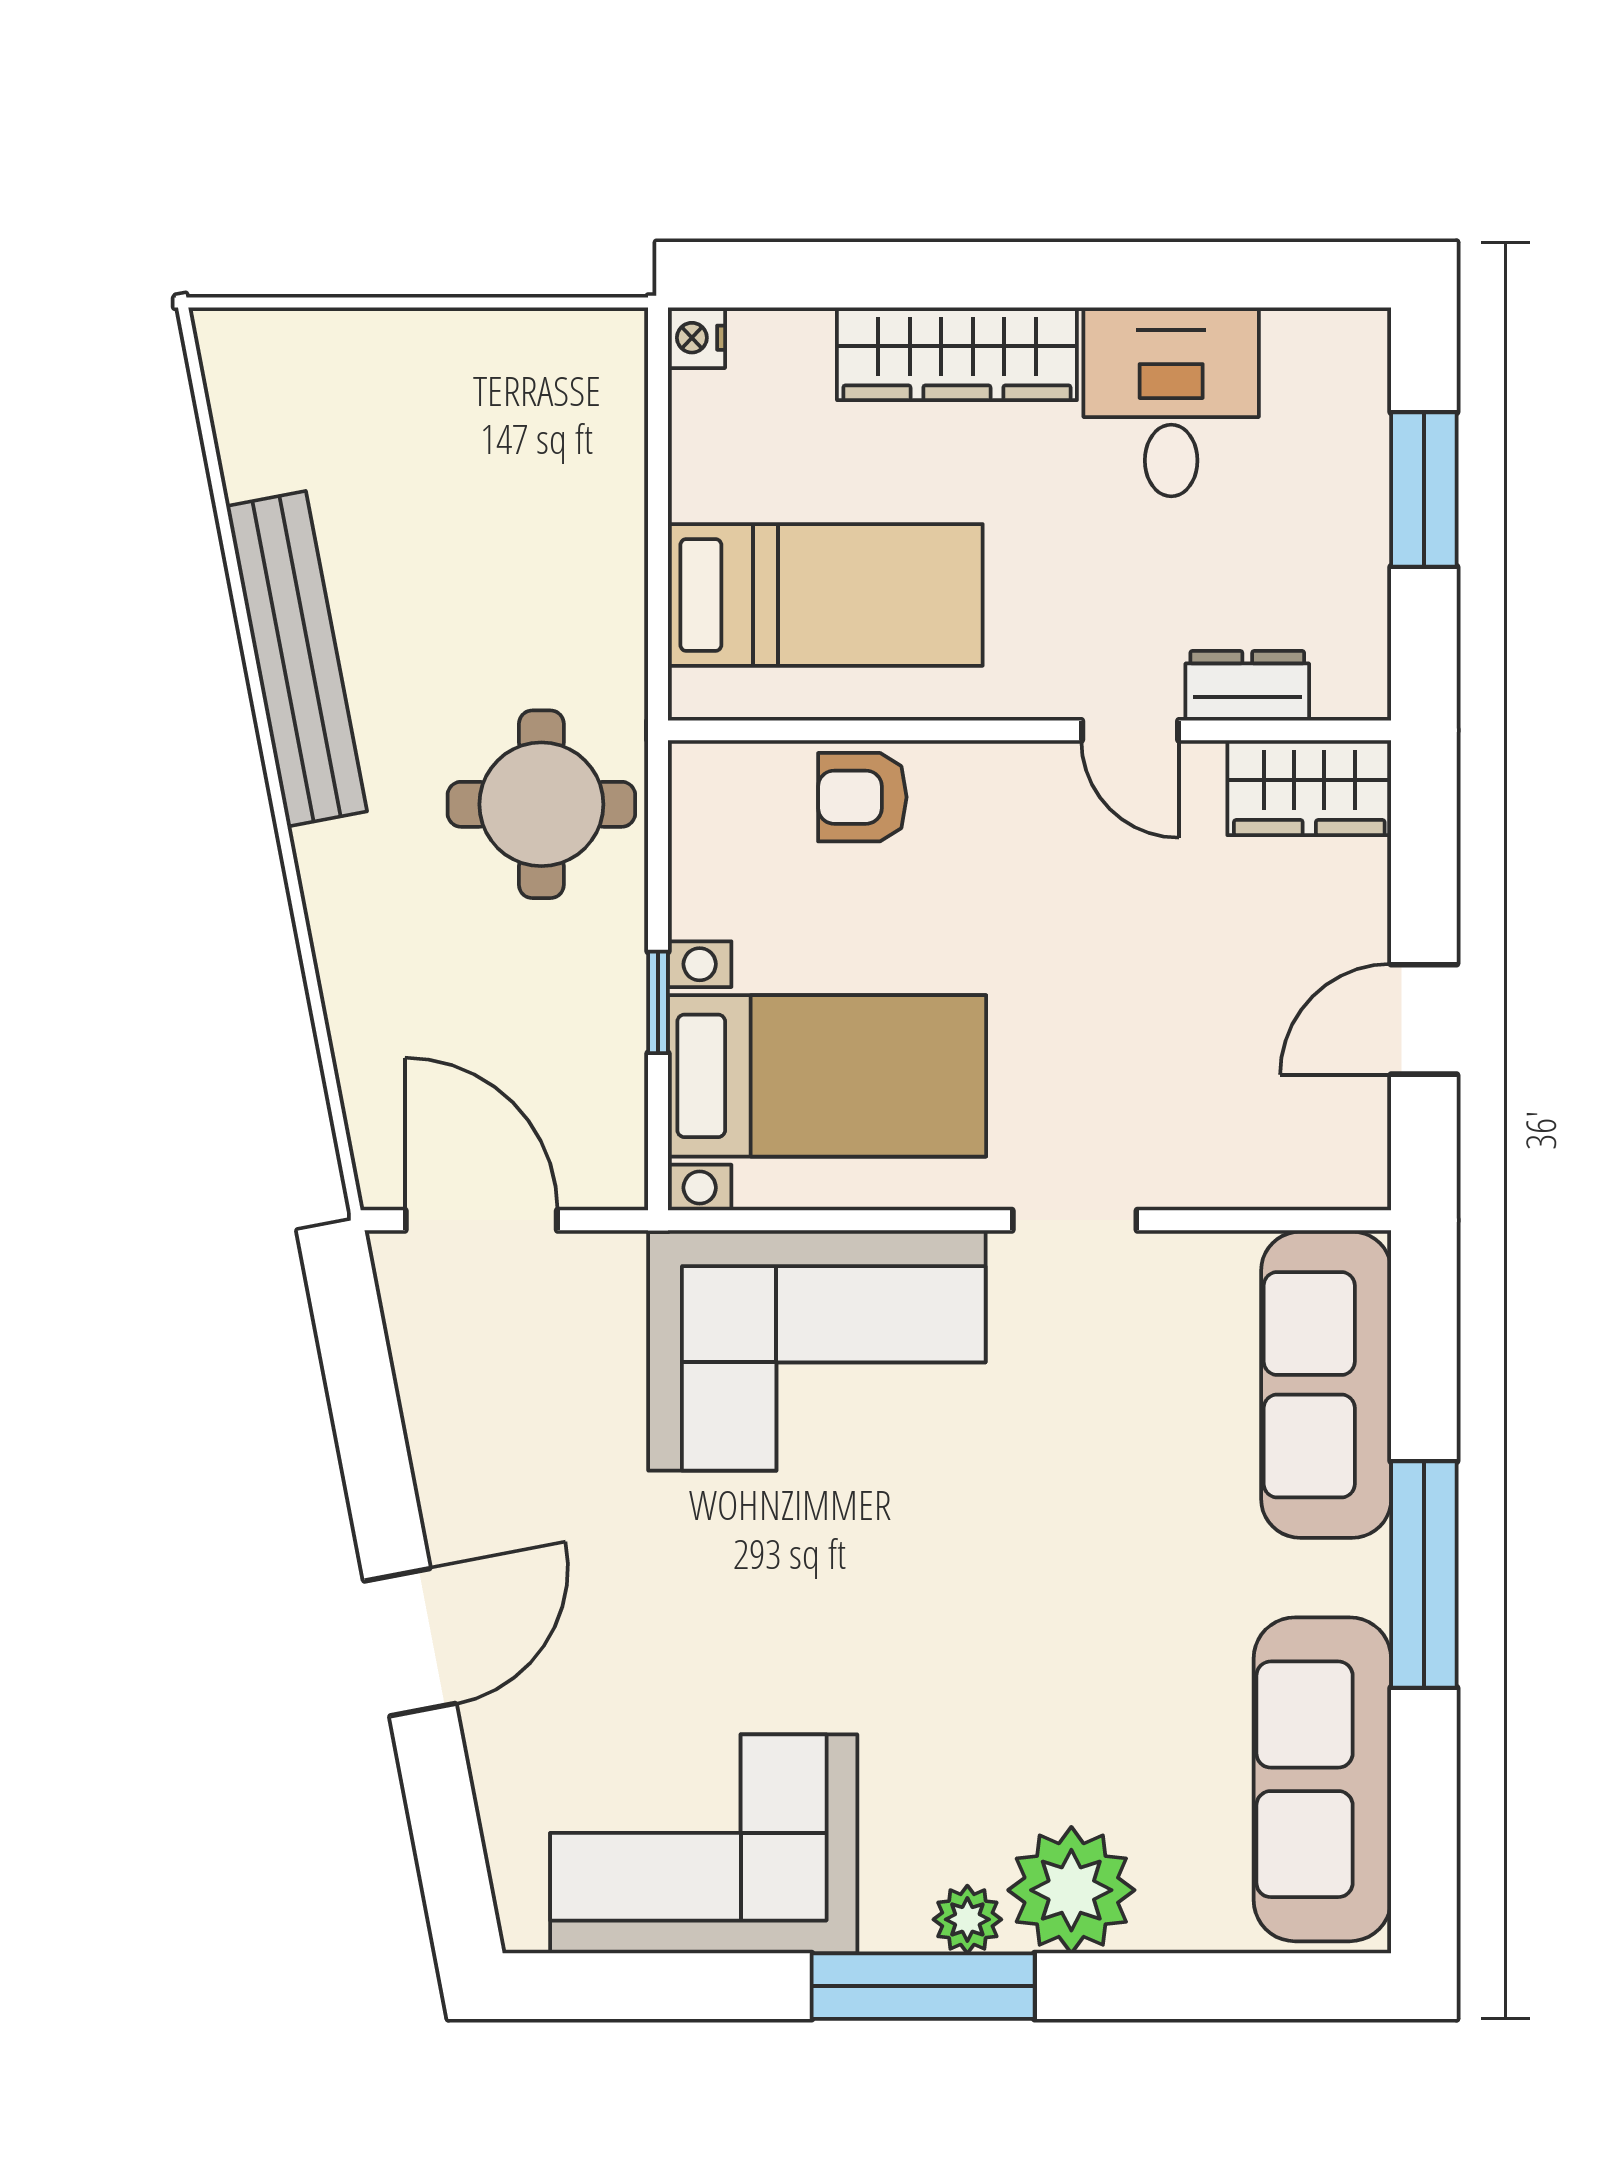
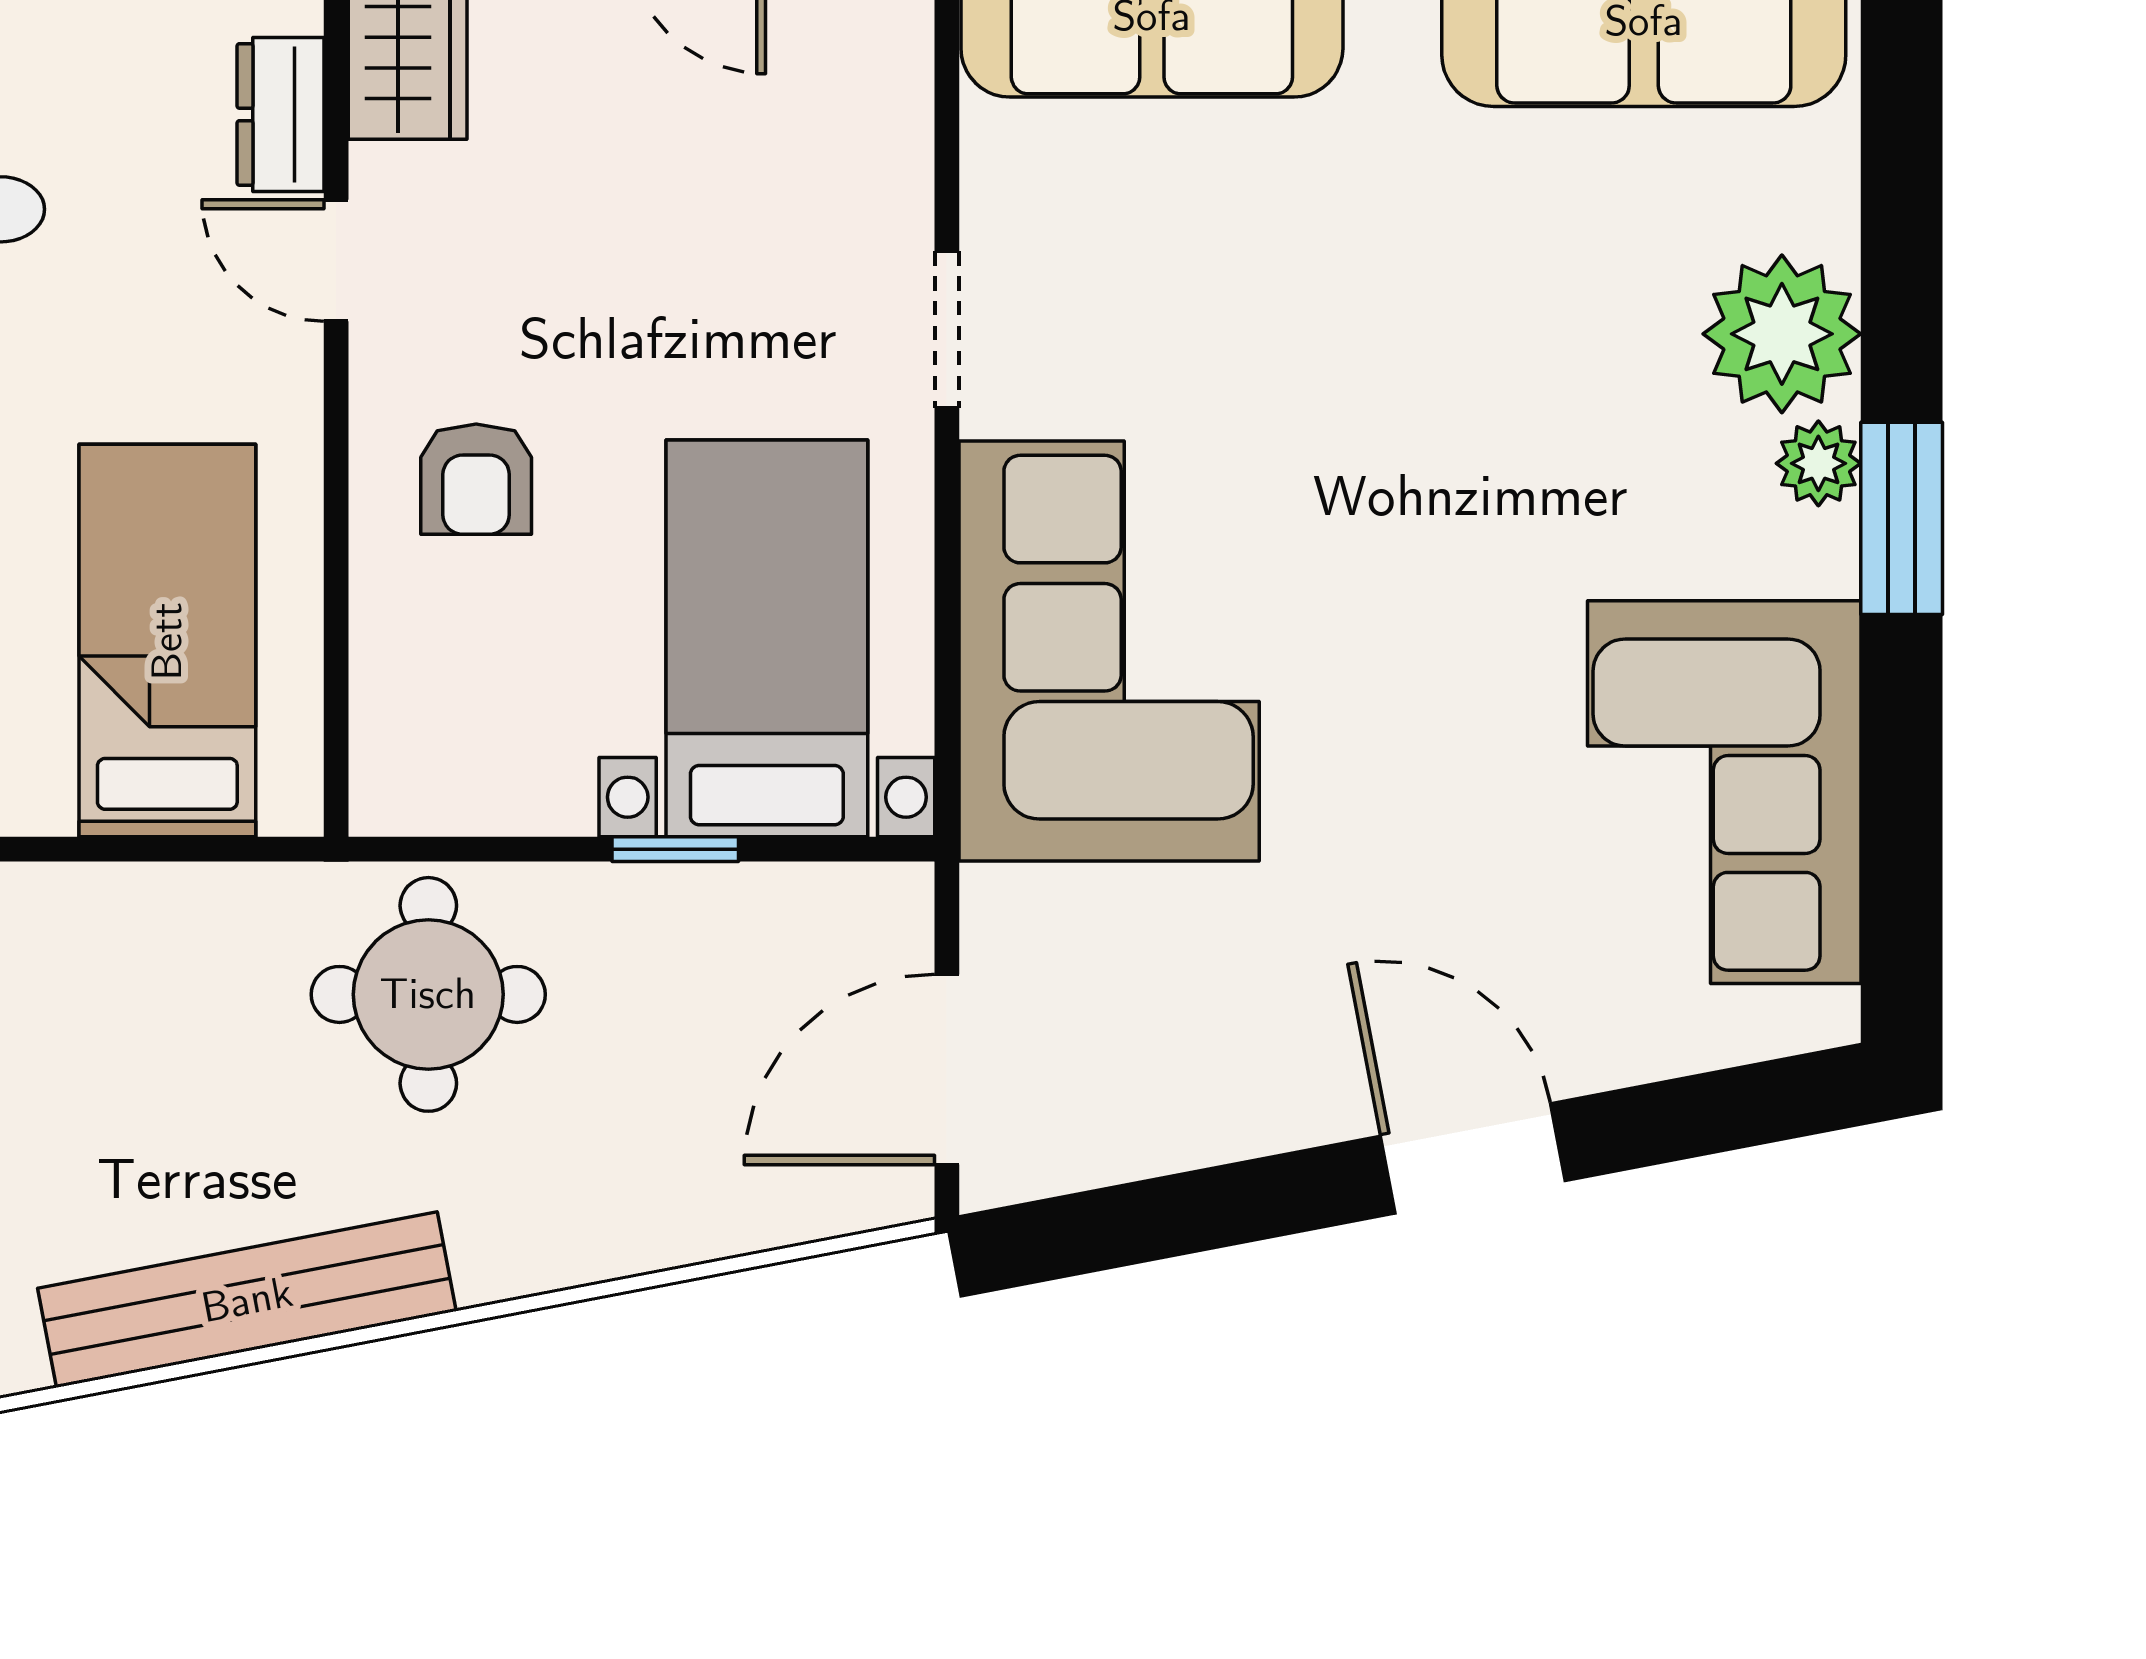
door: (1130, 730) -> (336, 261), swing flipped
armchair: (862, 797) -> (476, 479), moved
window: (923, 1986) -> (1902, 518), width x0.69

